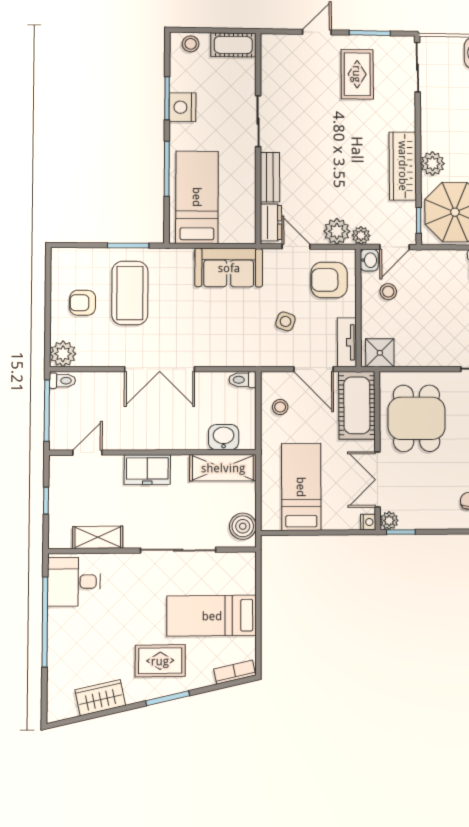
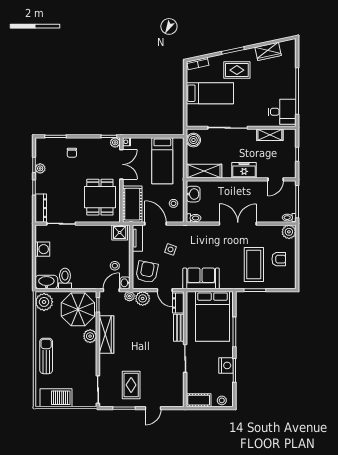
bed: (197, 197) -> (212, 316), width x1.50
armchair: (329, 280) -> (147, 272), turned -79
washbasin: (224, 437) -> (193, 194), moved, turned -90

